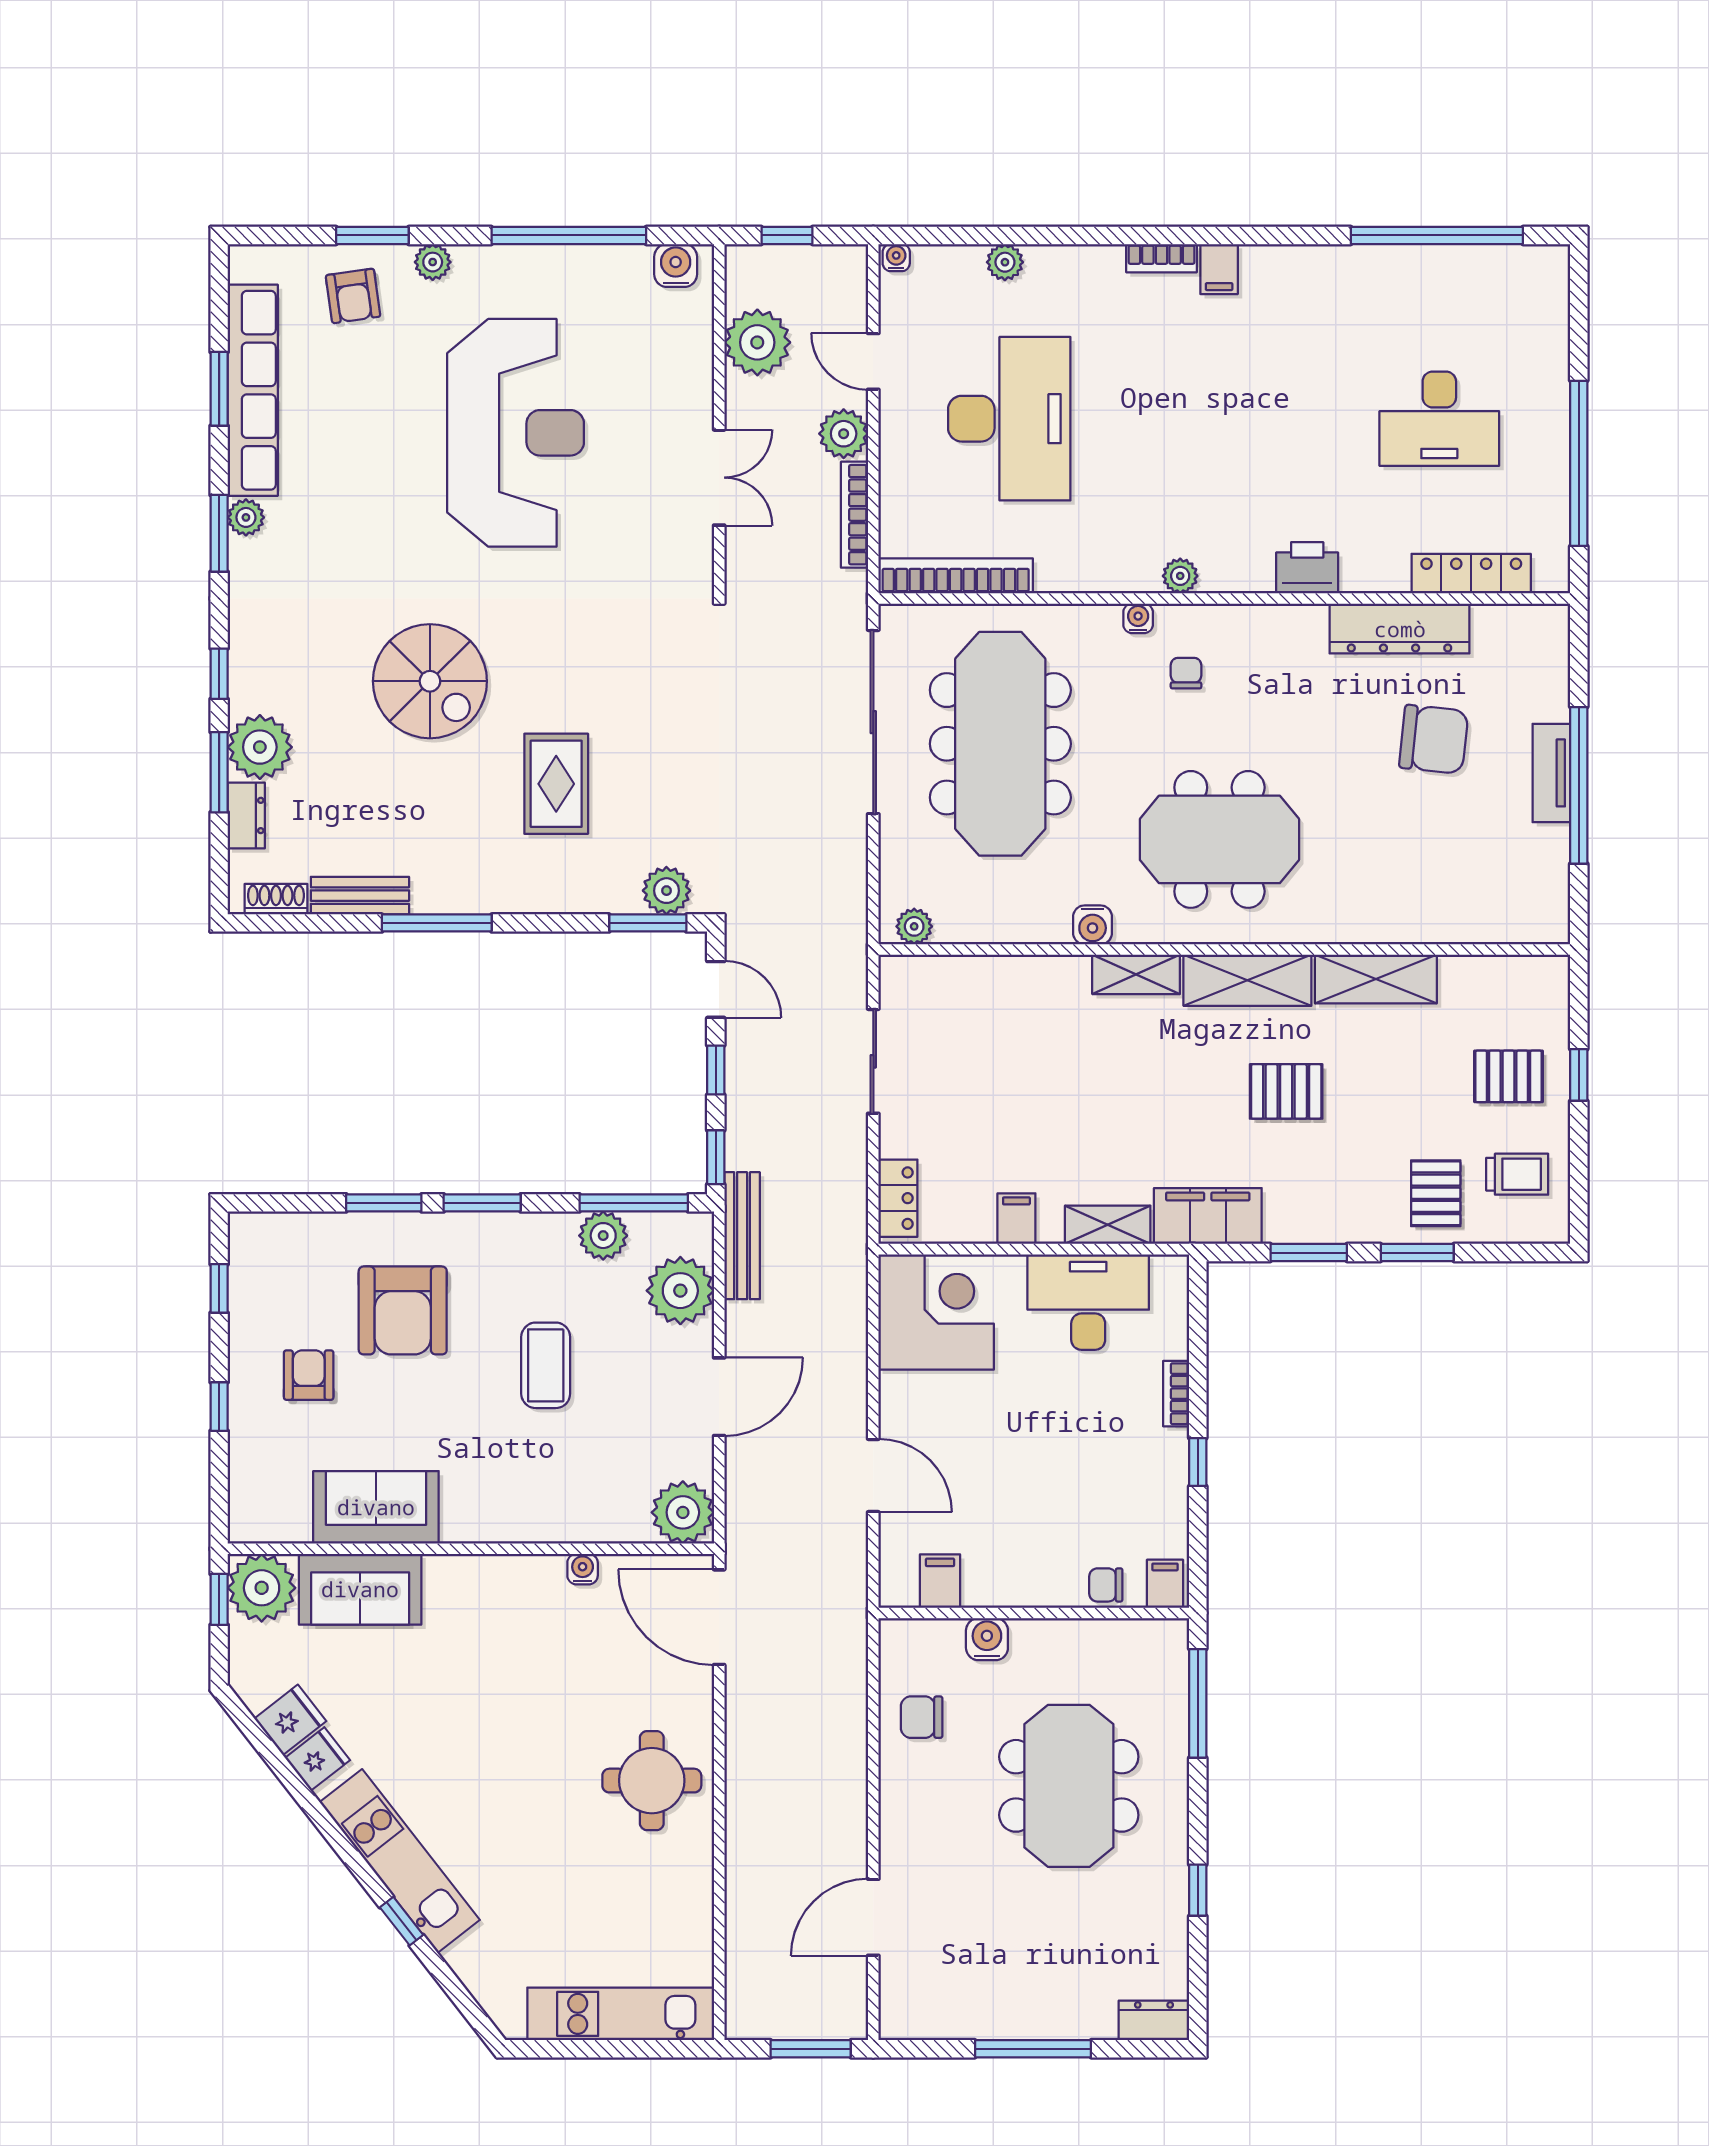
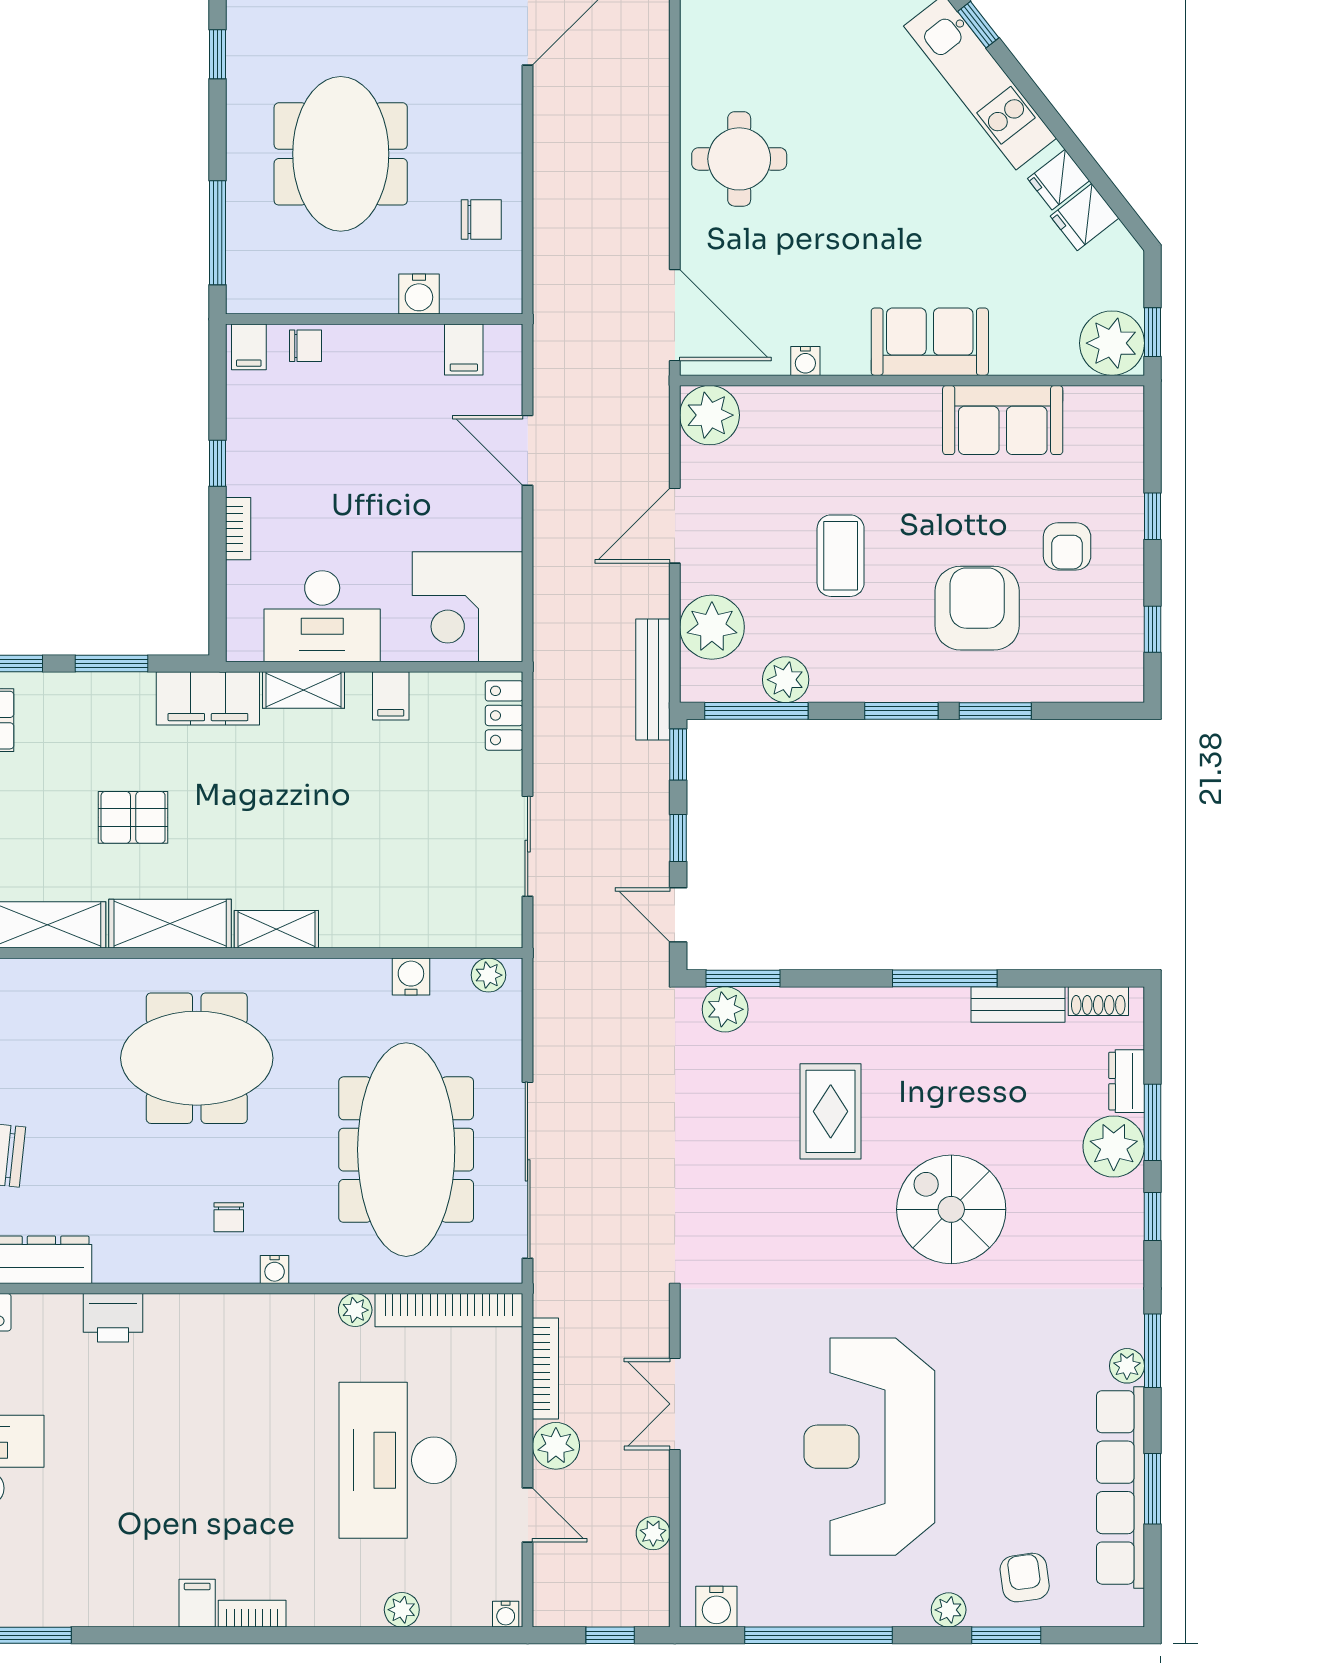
plant: (757, 342) -> (653, 1533), width x0.53, depth x0.53
plant: (1180, 576) -> (355, 1310), moved
water cooler: (1093, 925) -> (411, 977), moved
sofa: (360, 1589) -> (930, 342), moved

